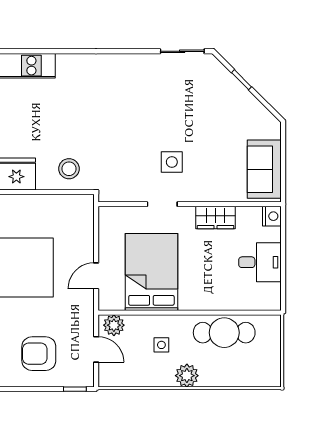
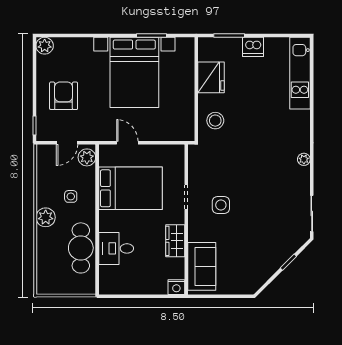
plant: (116, 61) -> (304, 159), added
sofa: (264, 169) -> (202, 266), moved, turned 90
desk: (260, 262) -> (116, 248), moved, turned 90

